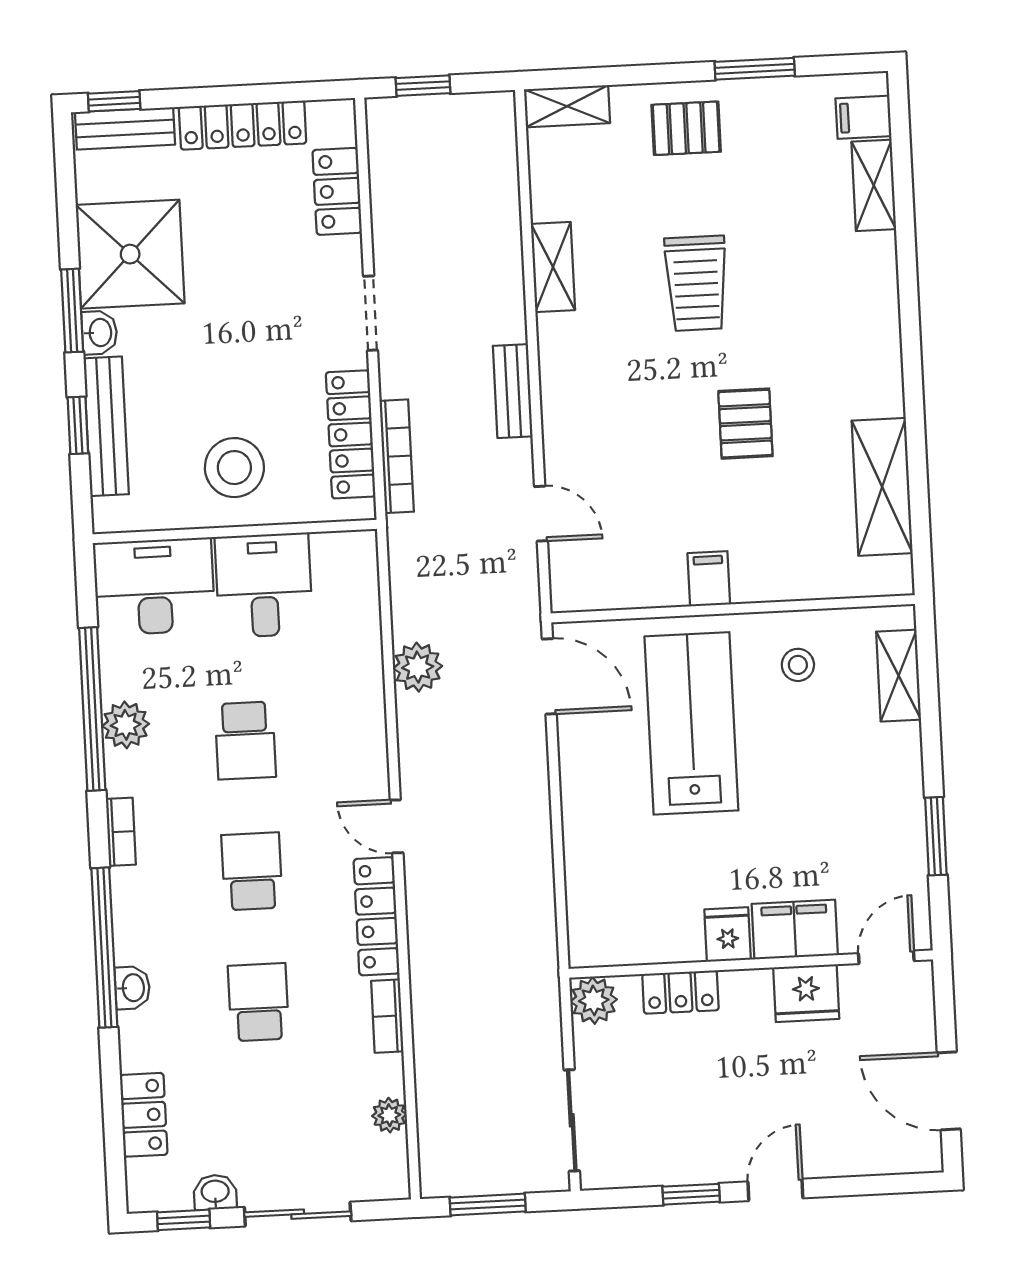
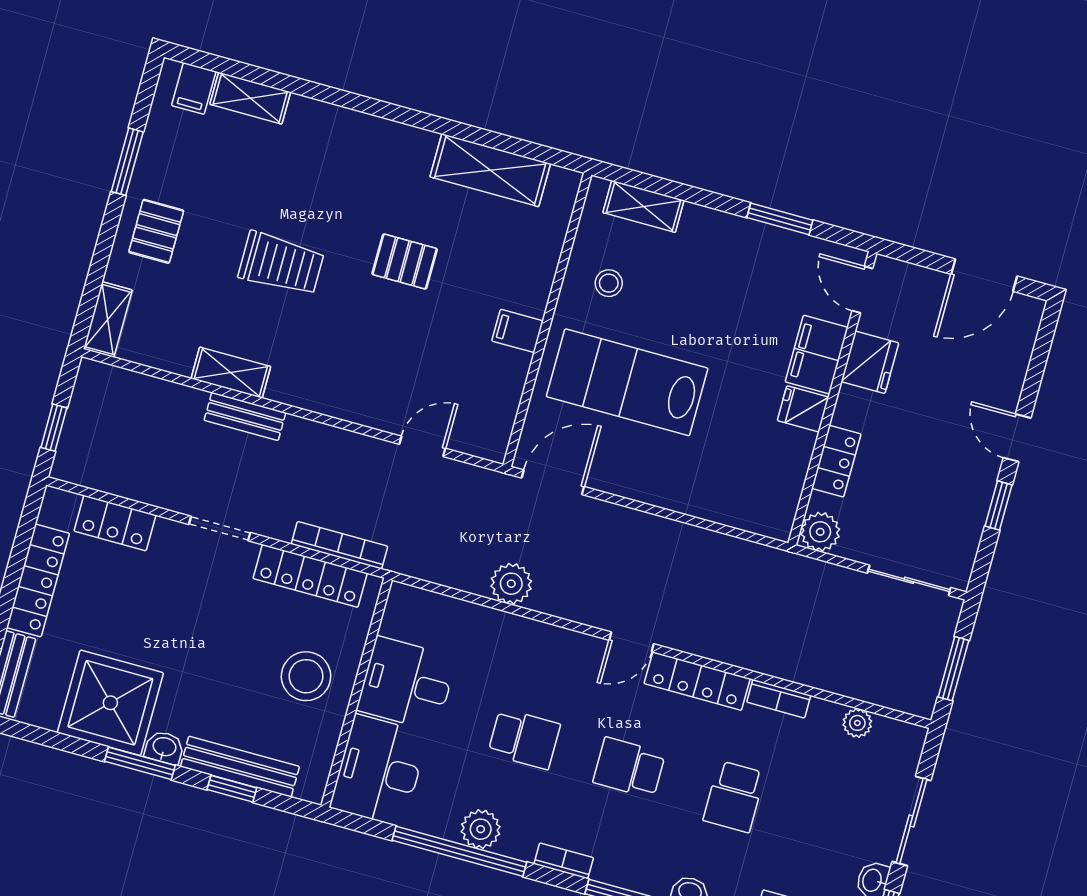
bench: (513, 391) -> (245, 416), moved
school desk: (259, 1002) -> (734, 797), turned -90

